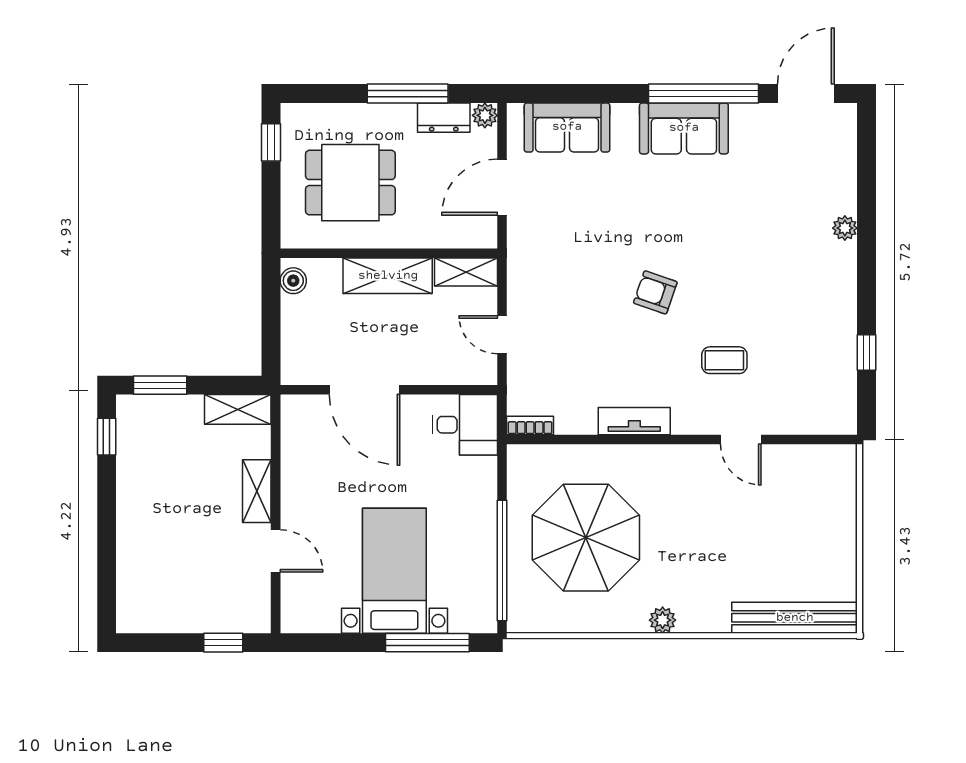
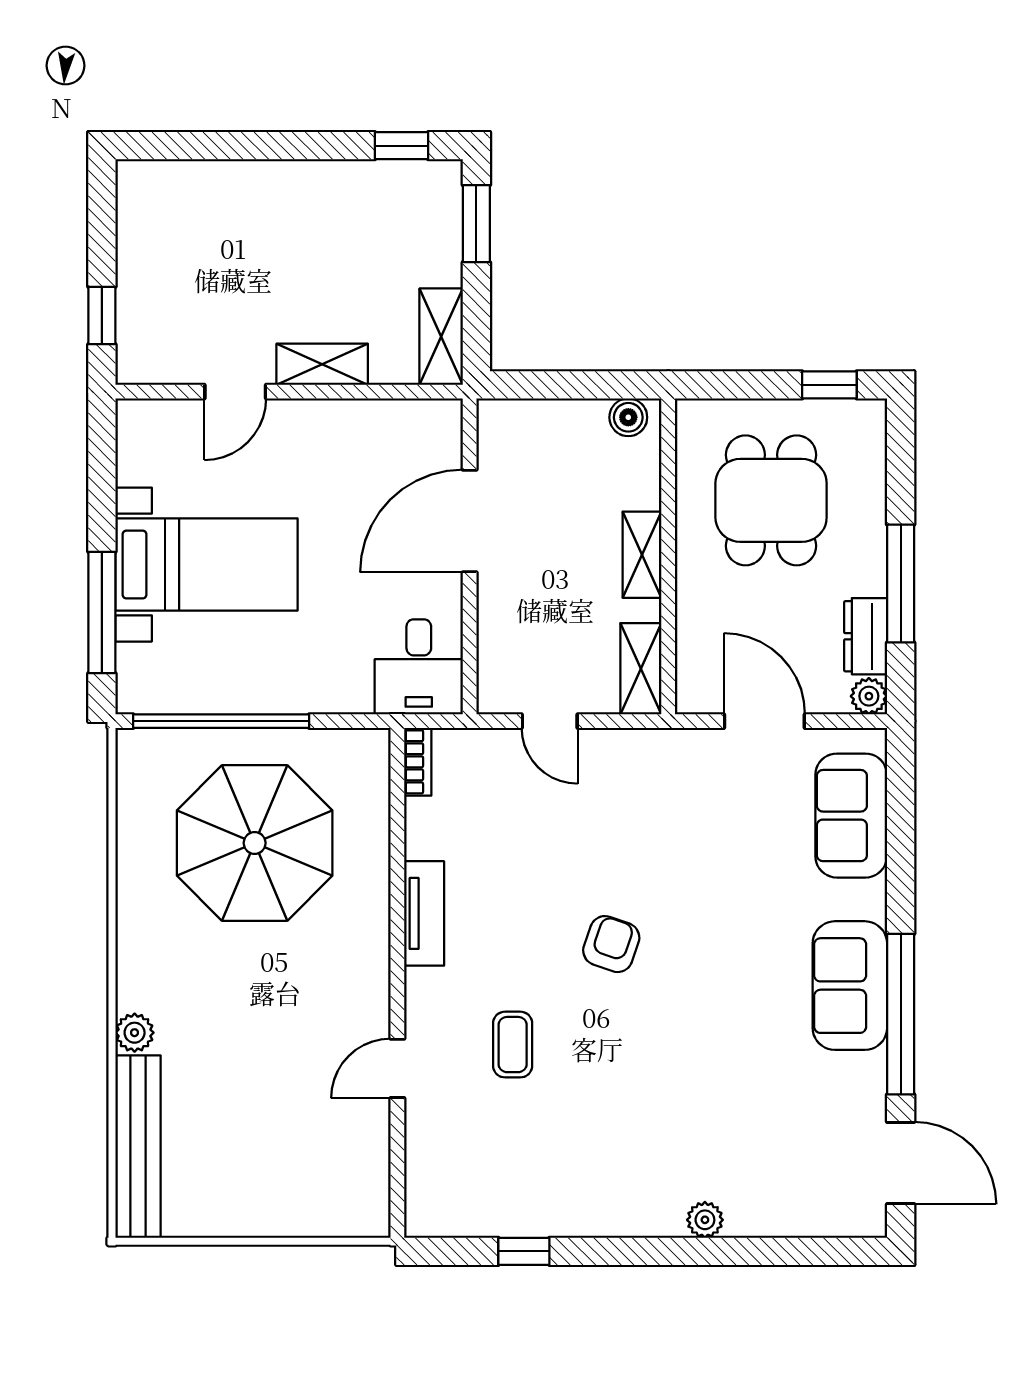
shelving: (388, 276) -> (642, 555), width x0.67, depth x0.75
door: (502, 335) -> (550, 721), swing flipped
plant: (663, 620) -> (135, 1033), moved

